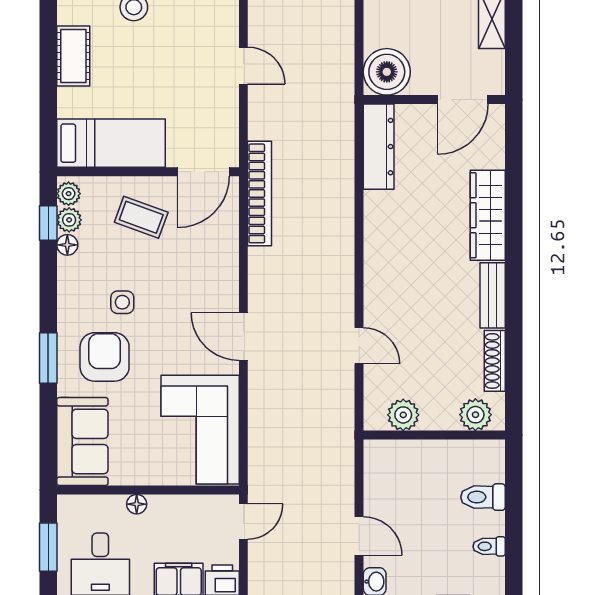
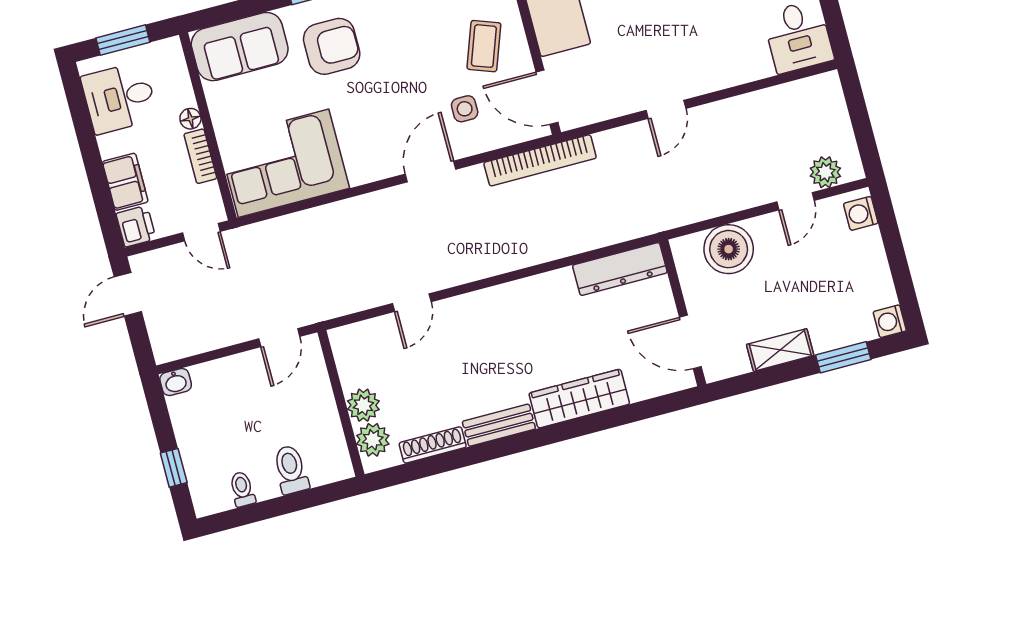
boiler: (387, 72) -> (729, 249), moved
side table: (122, 302) -> (465, 109), moved
door: (243, 337) -> (431, 172), moved
plant: (403, 415) -> (363, 405), moved
bookcase: (174, 504) -> (200, 156), added
door: (359, 536) -> (279, 338), moved

